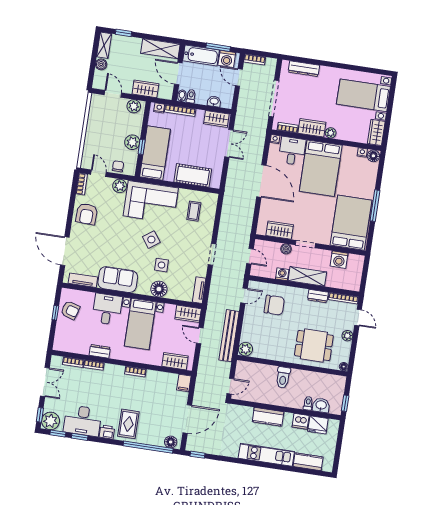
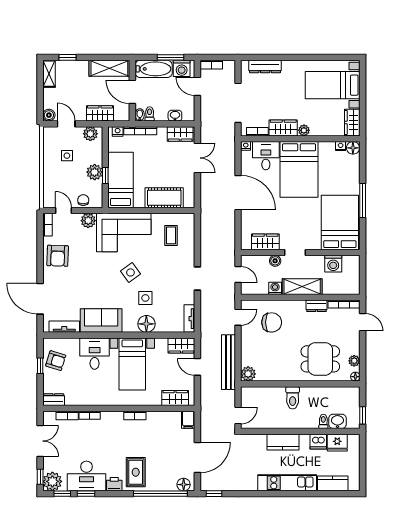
boiler: (101, 64) -> (49, 115), moved
side table: (109, 123) -> (67, 156), added
plant: (347, 336) -> (354, 361), moved
dresser: (100, 351) -> (54, 400), moved

